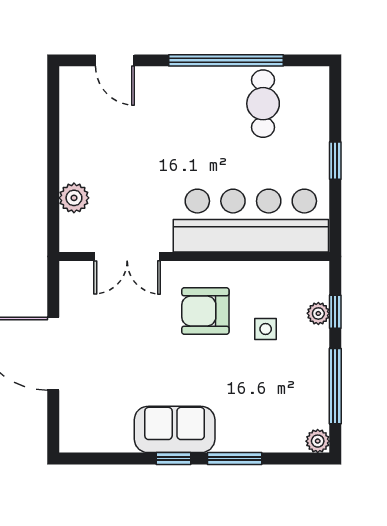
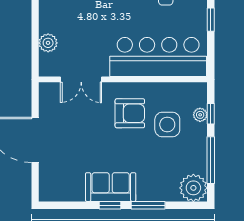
armchair: (205, 311) -> (130, 113), turned 180
side table: (266, 329) -> (167, 124), width x1.87, depth x1.87
plant: (318, 441) -> (193, 188), width x1.88, depth x1.88

